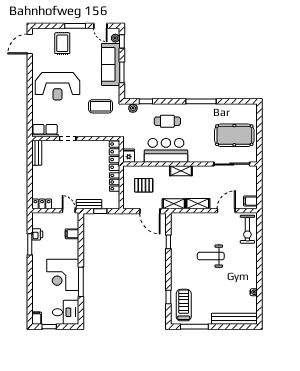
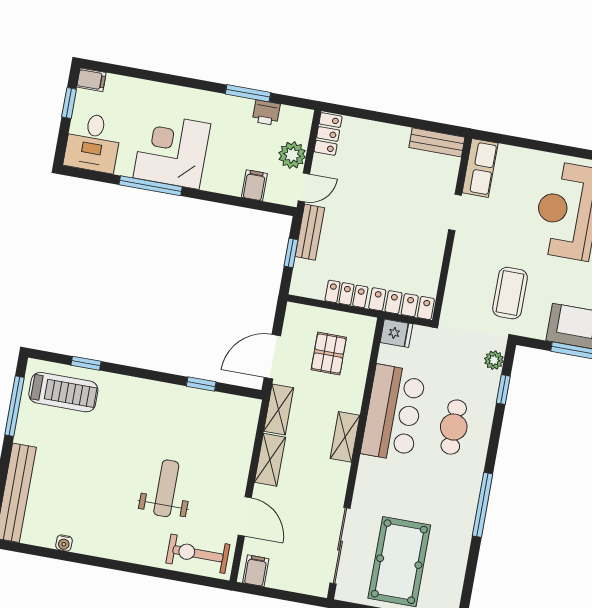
plant: (55, 219) -> (292, 155), added
weight bench: (211, 256) -> (166, 488), moved

